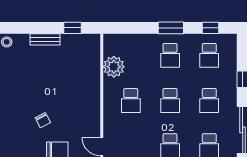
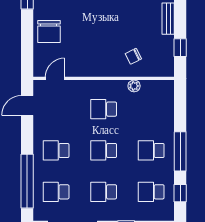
window: (171, 28) -> (180, 151), width x1.44
plant: (114, 67) -> (134, 86), width x0.53, depth x0.53
chair: (43, 120) -> (133, 56), moved

